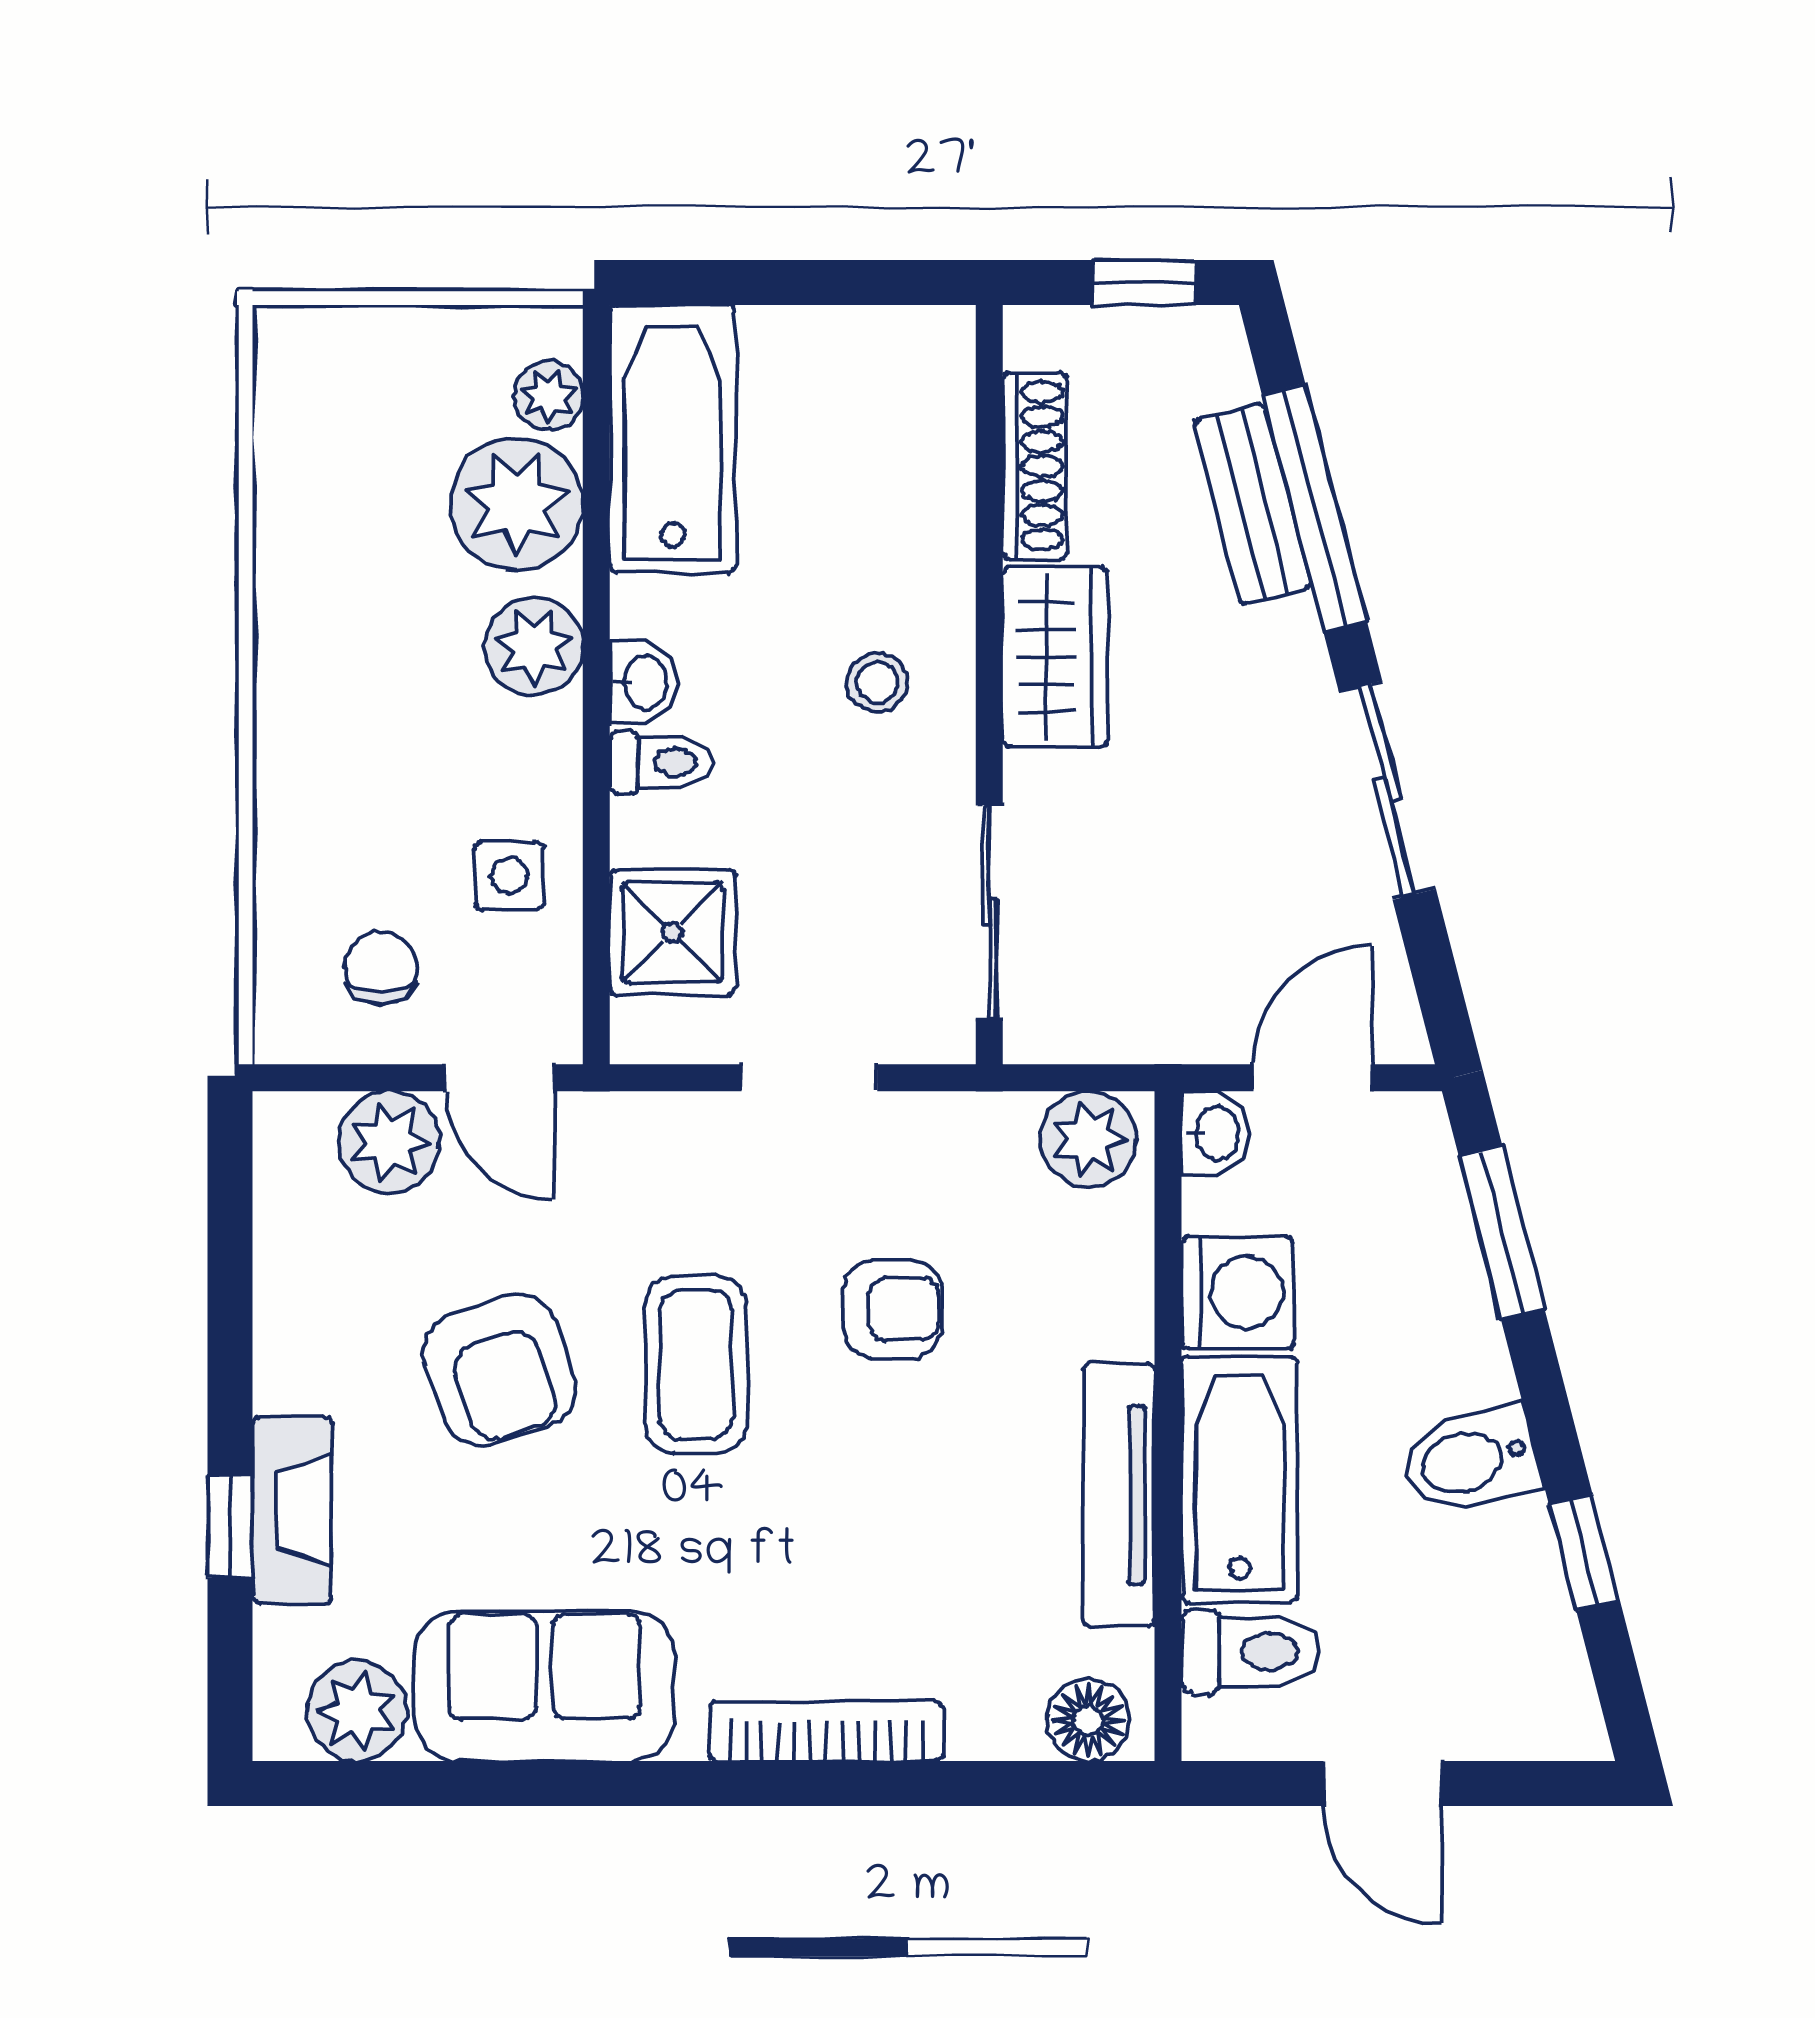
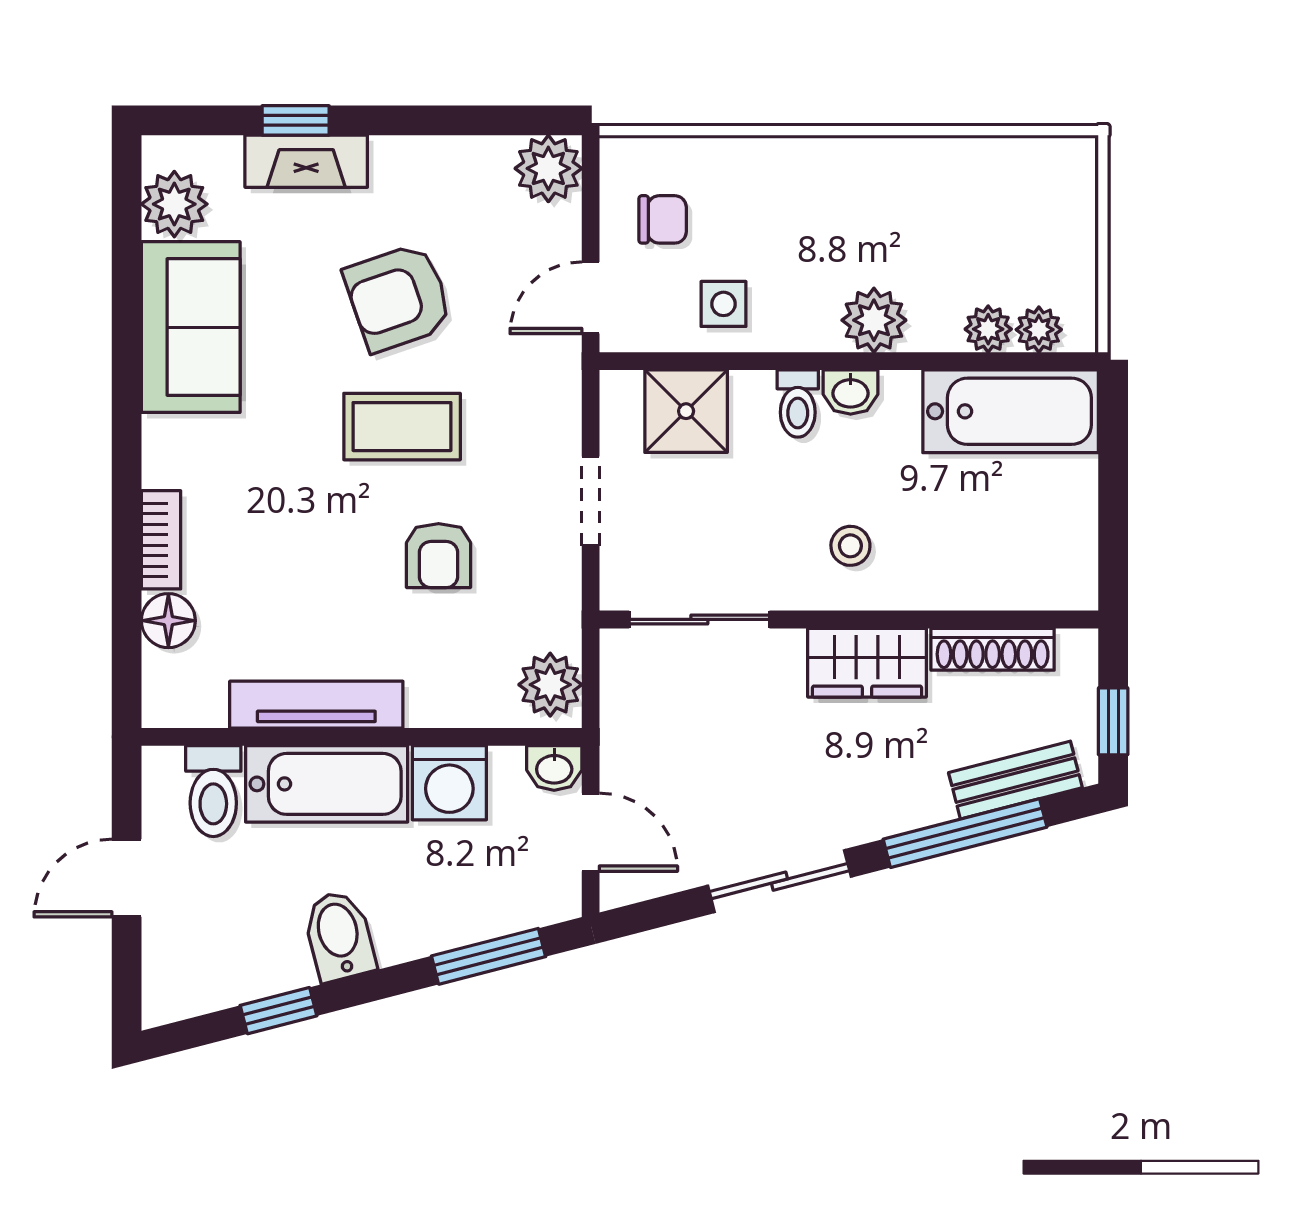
plant: (517, 504) -> (988, 329), width x0.53, depth x0.53
bench: (1252, 504) -> (1015, 780), moved
plant: (389, 1142) -> (548, 168), moved
floor lamp: (1088, 1720) -> (168, 621), moved
bookcase: (826, 1731) -> (161, 540), width x0.64

